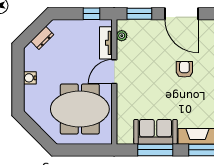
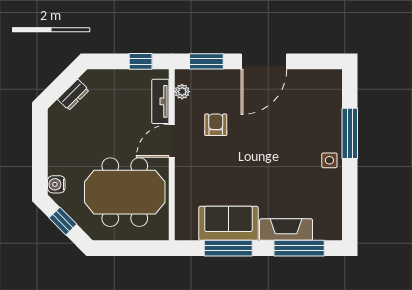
door: (181, 14) -> (264, 61), hinge flipped
armchair: (184, 69) -> (216, 125), moved
water cooler: (30, 78) -> (56, 184), moved
window: (35, 130) -> (63, 221), added

